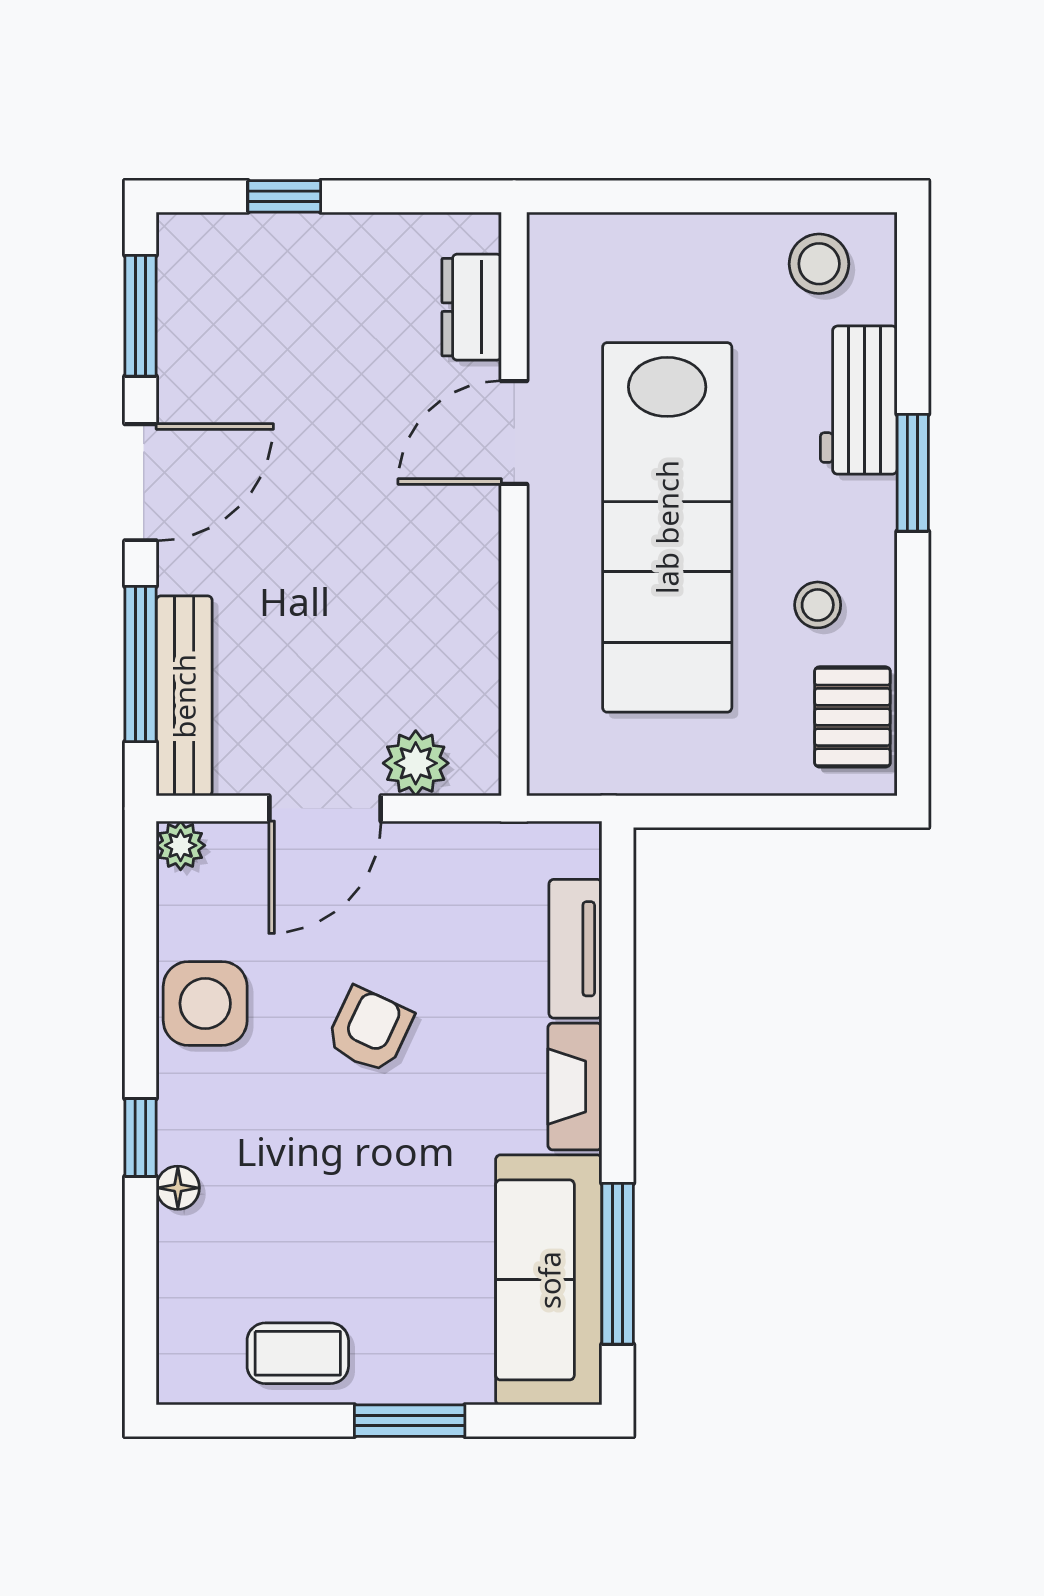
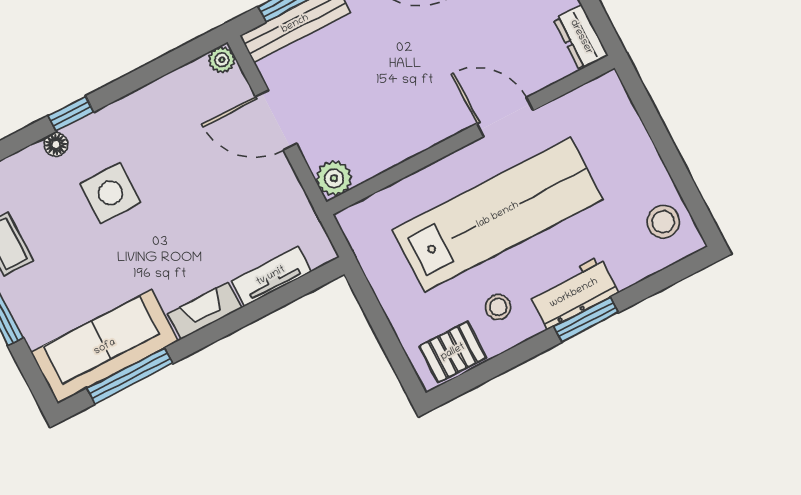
dresser: (472, 307) -> (581, 37), moved, turned -90
workbench: (859, 400) -> (574, 293), moved
lab bench: (667, 527) -> (498, 215), turned 180
plant: (416, 763) -> (334, 178), moved
side table: (205, 1003) -> (111, 193), moved
armchair: (370, 1030) -> (180, 197), removed

